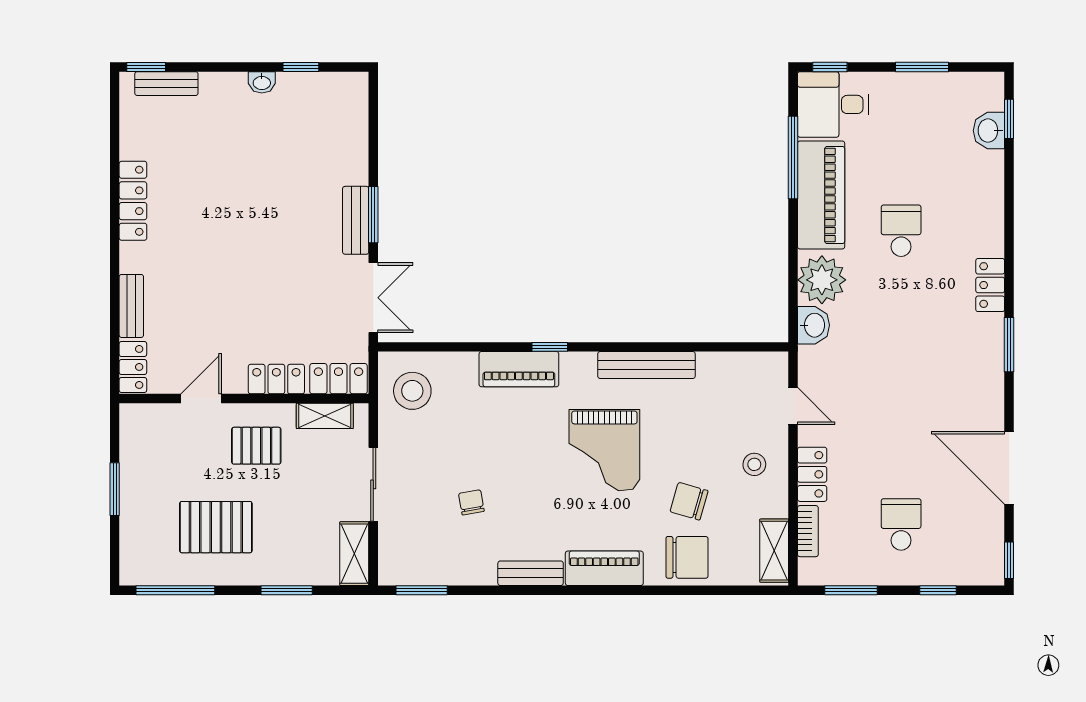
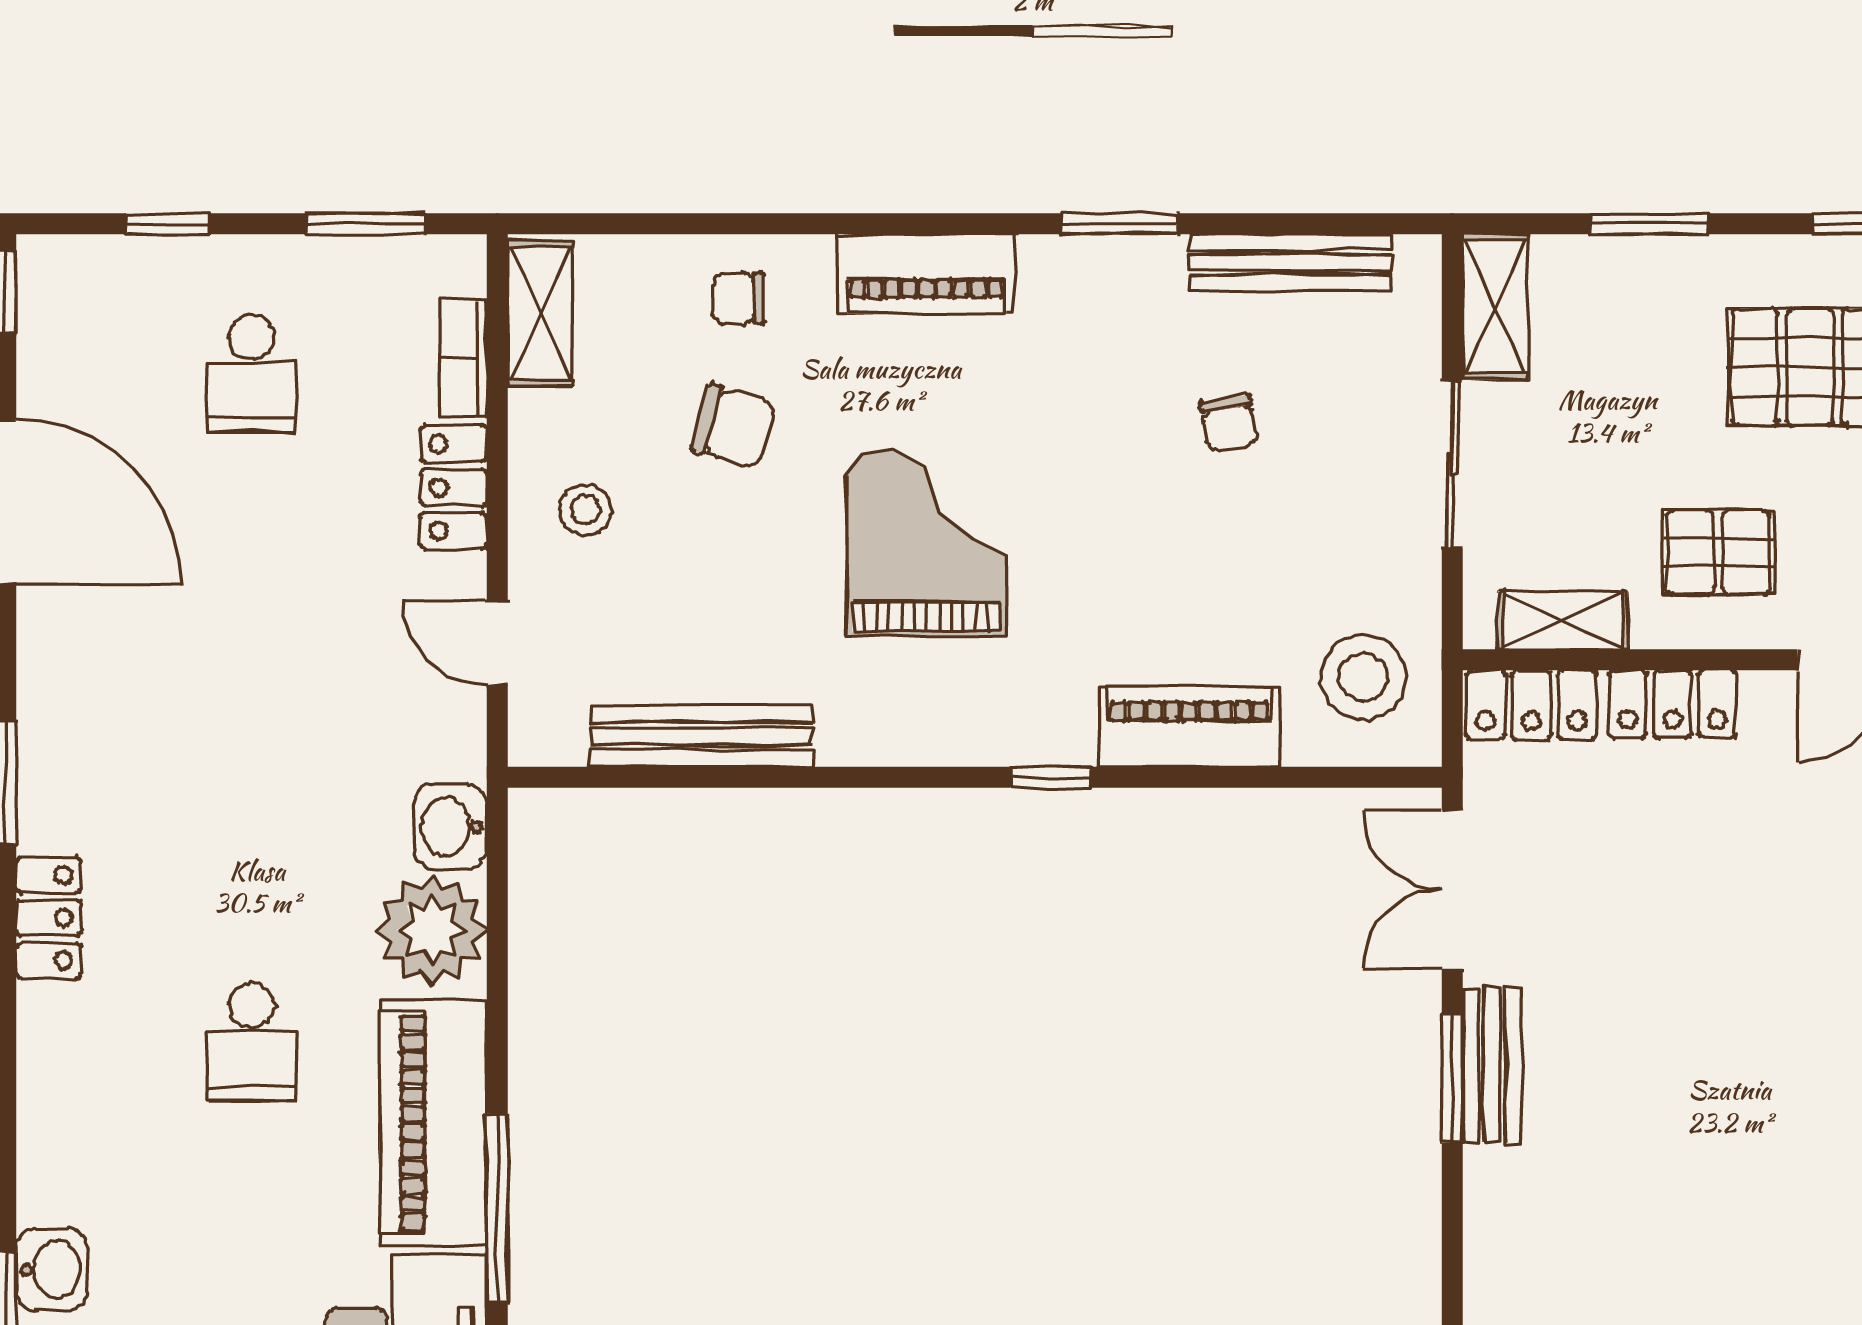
bench: (646, 365) -> (701, 736), moved
piano: (519, 369) -> (1189, 727), moved
chair: (687, 557) -> (738, 298), width x0.54, depth x0.54
bench: (531, 573) -> (1290, 262), moved, width x1.36
window: (422, 590) -> (1119, 224), moved

